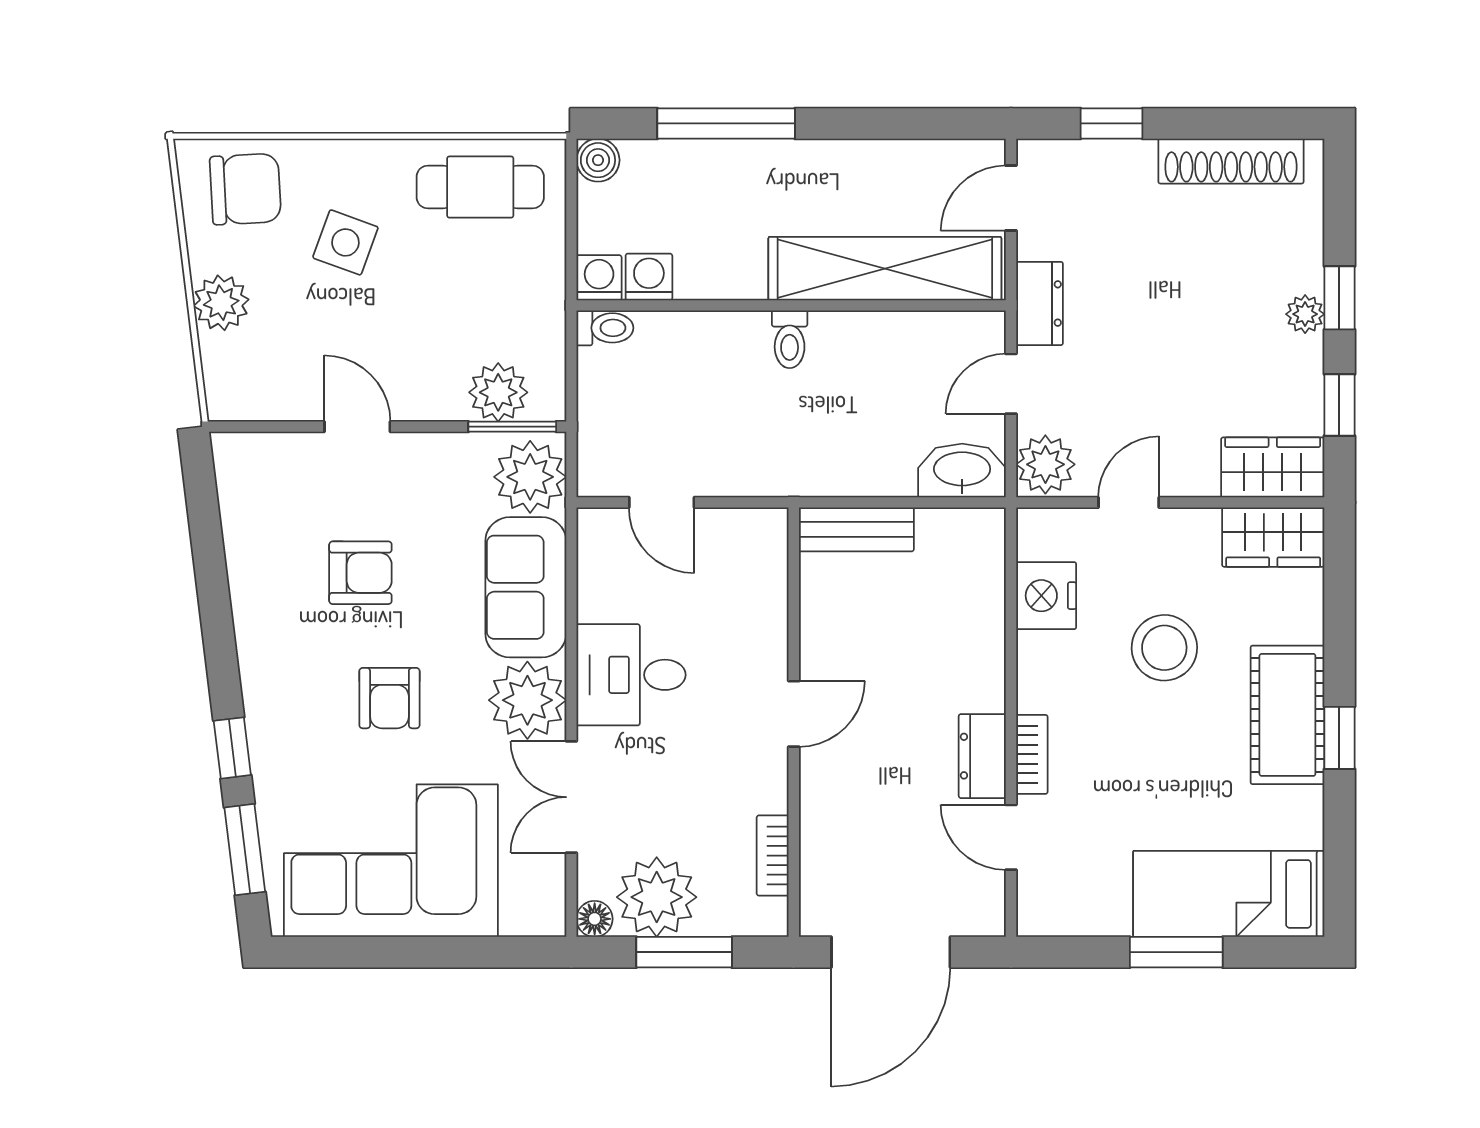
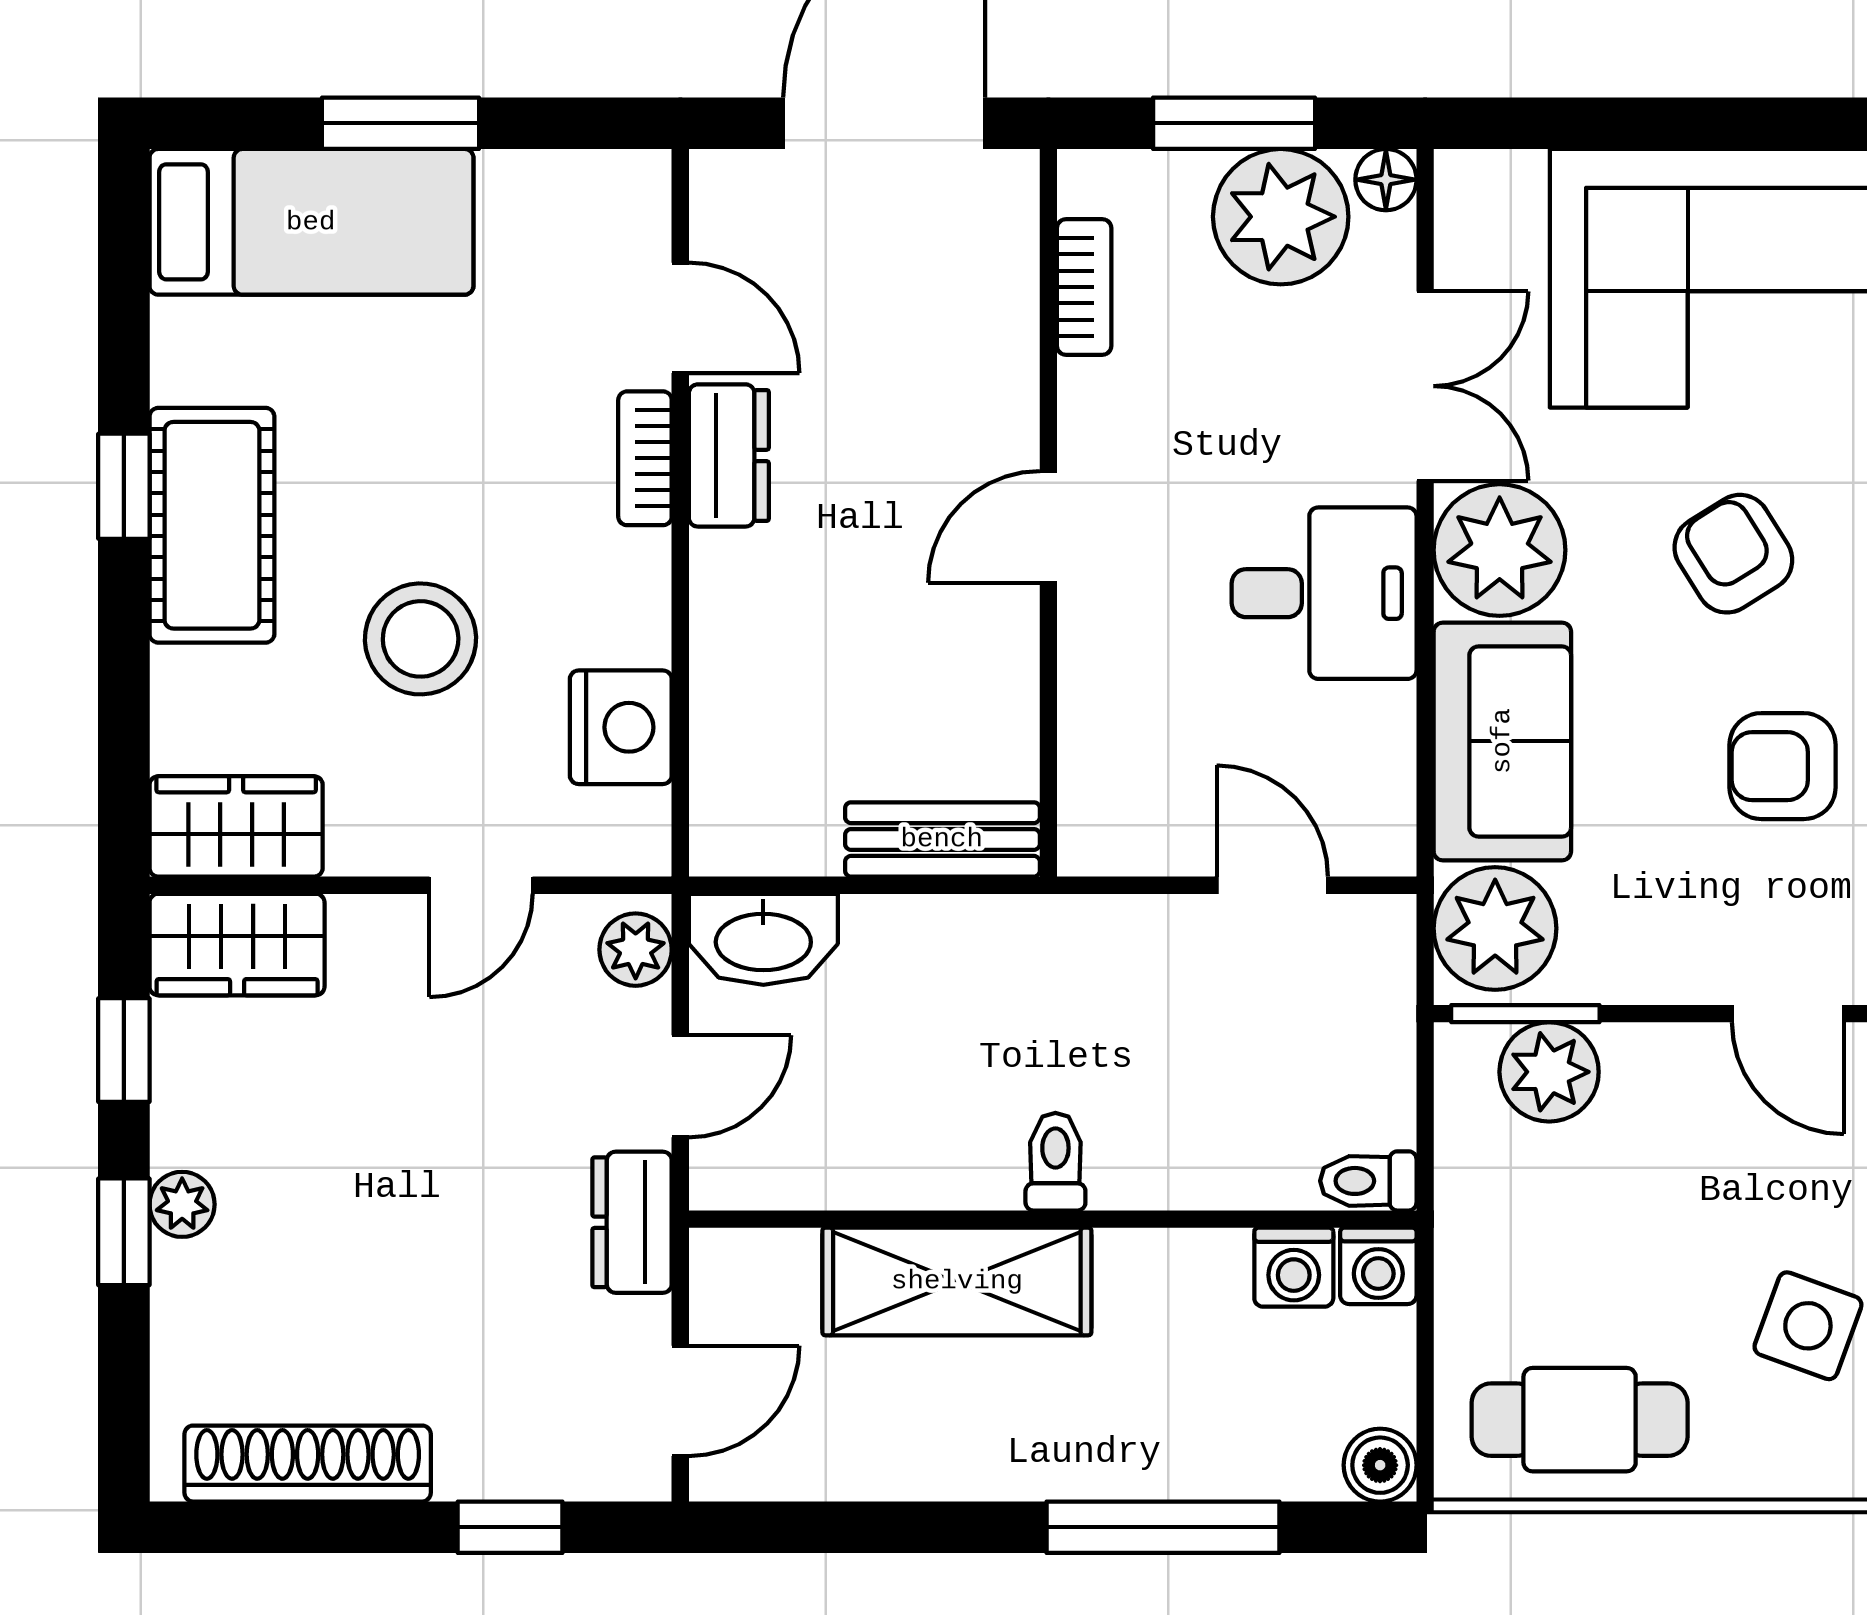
shelving: (885, 269) -> (957, 1281), width x0.68
plant: (1045, 464) -> (636, 950), width x0.73, depth x0.73
armchair: (389, 698) -> (1733, 554), turned -32

